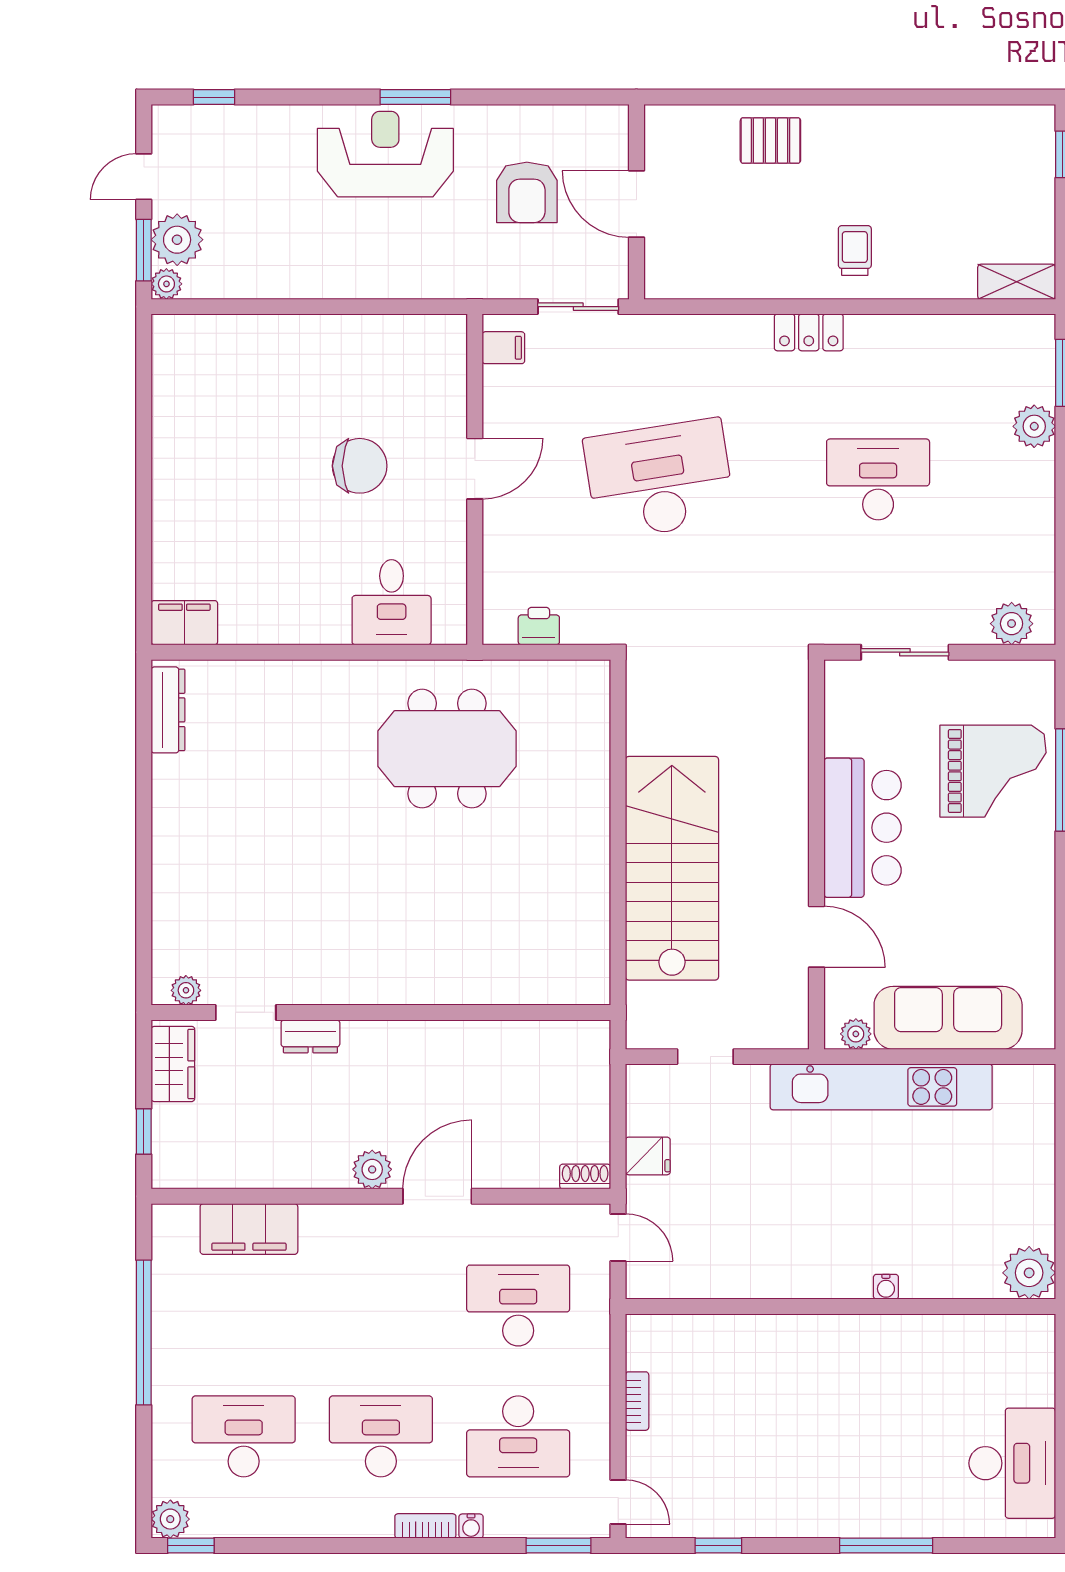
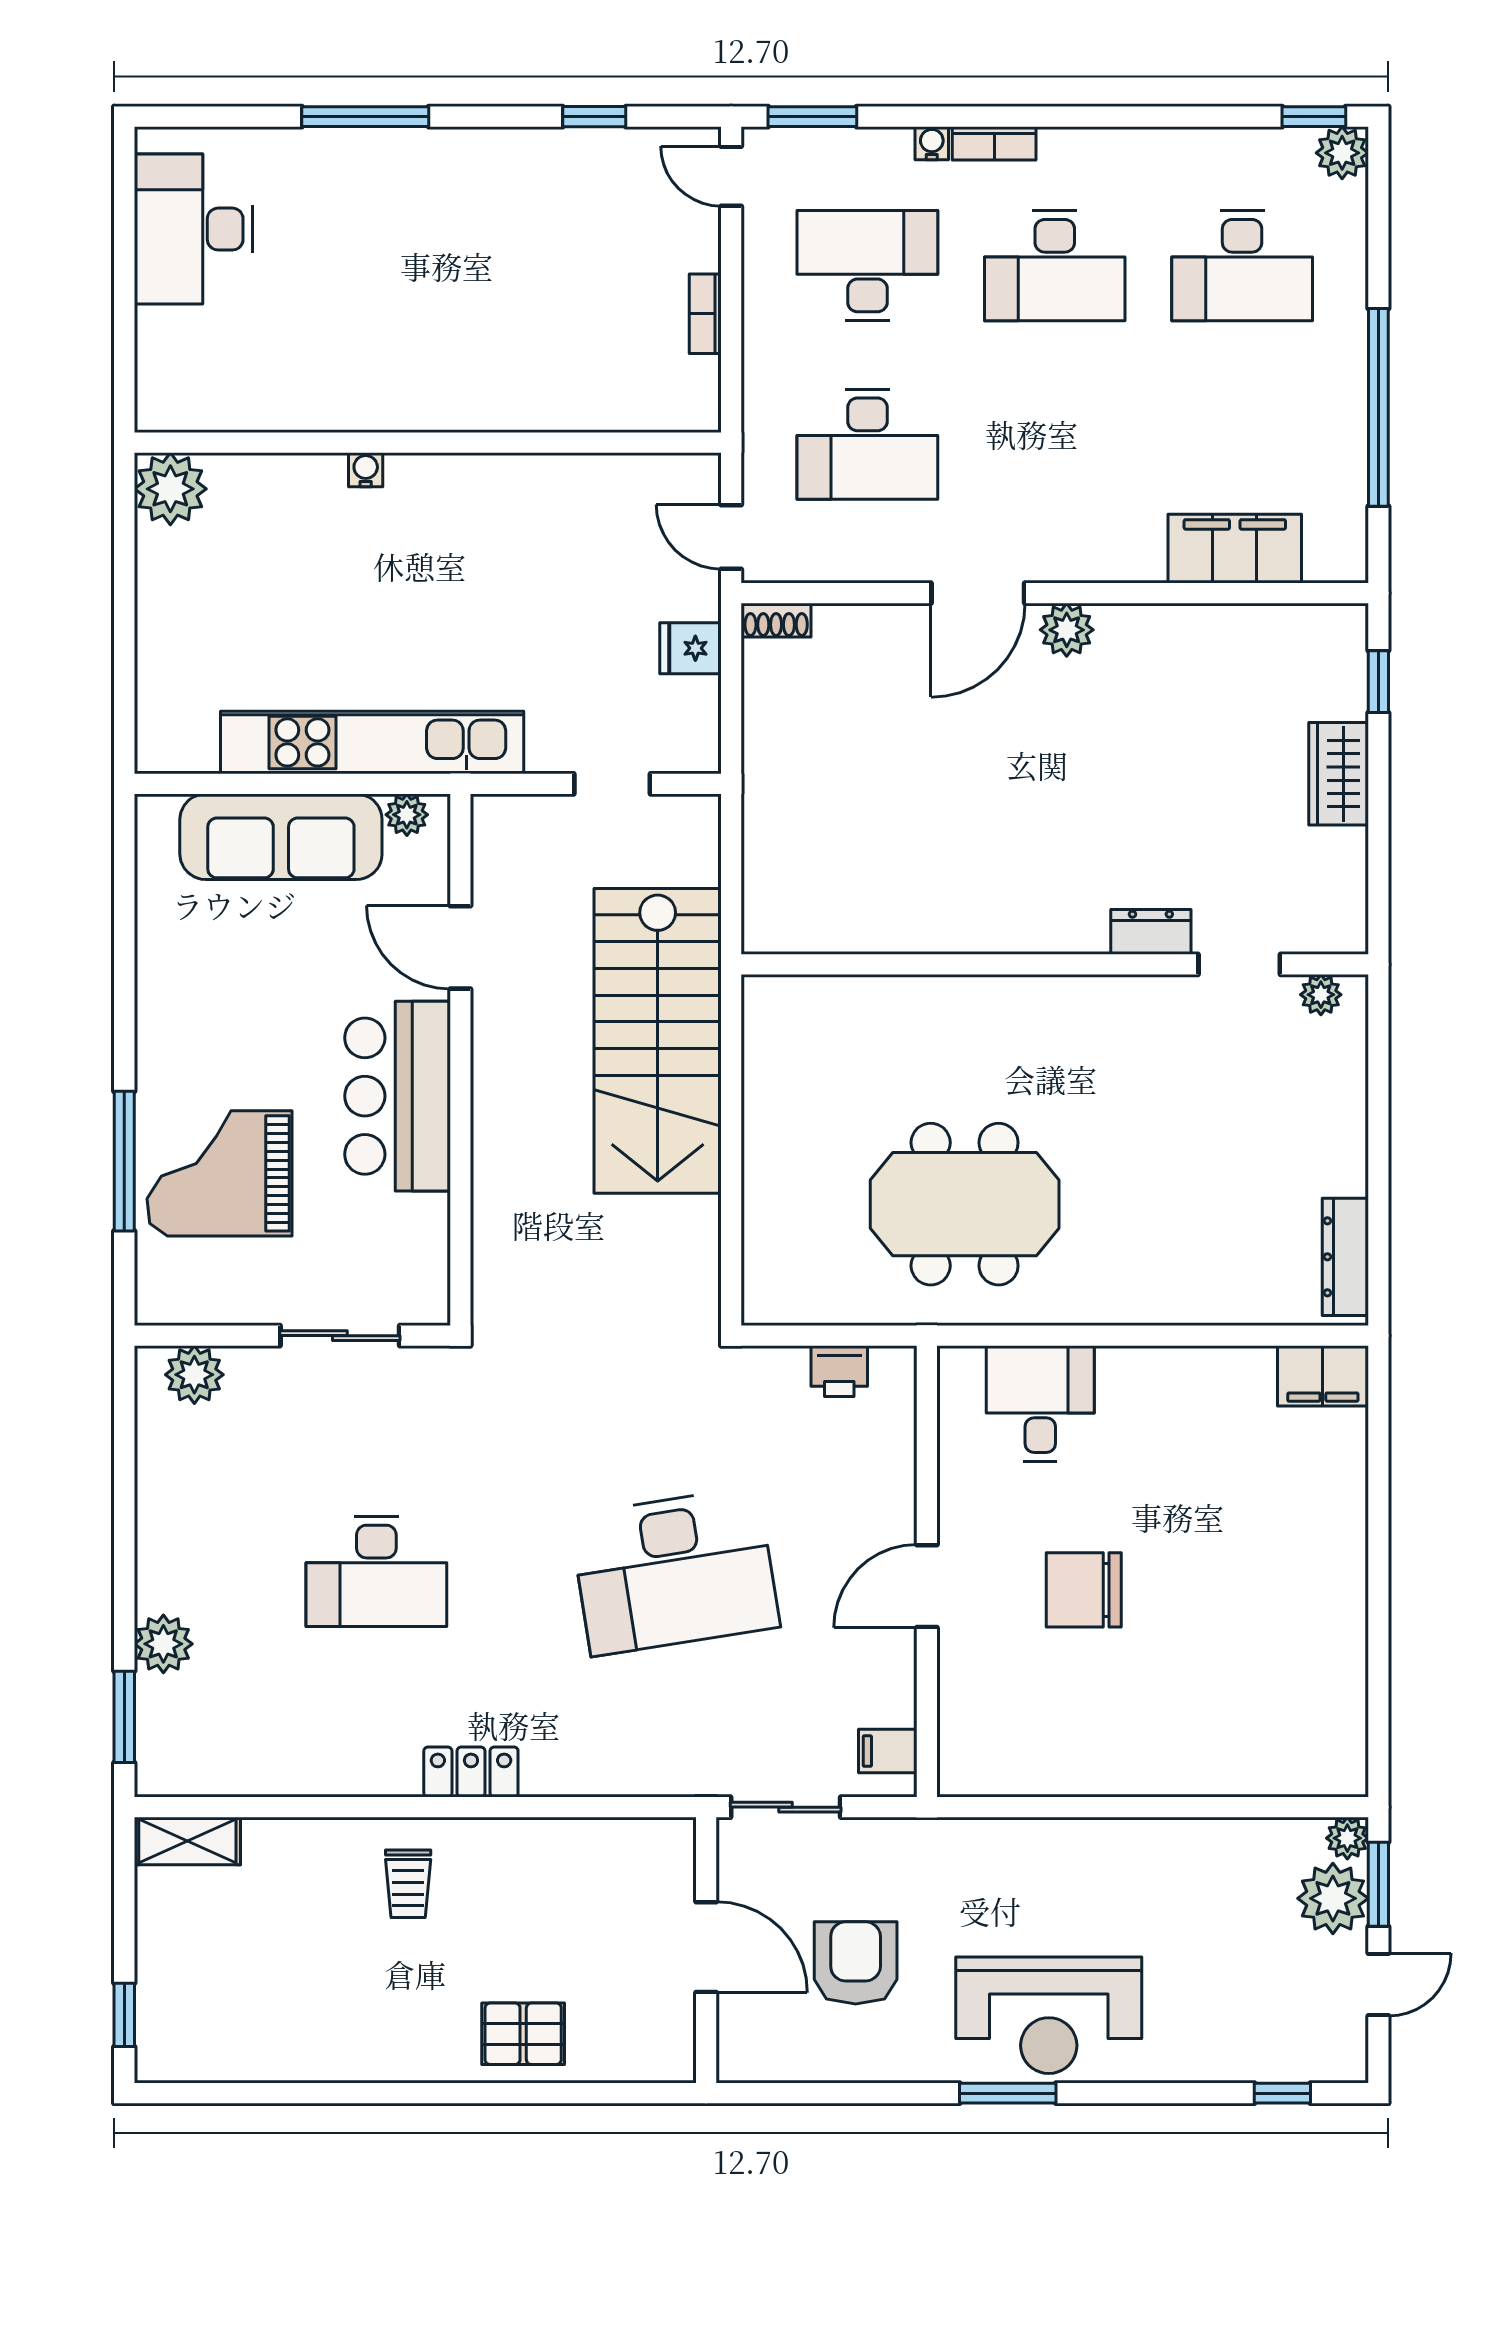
plant: (186, 990) -> (1321, 995), moved
doorway: (246, 1012) -> (1239, 964), moved
wall: (381, 1012) -> (1055, 964), moved
dresser: (310, 1036) -> (1151, 932), moved

